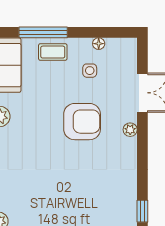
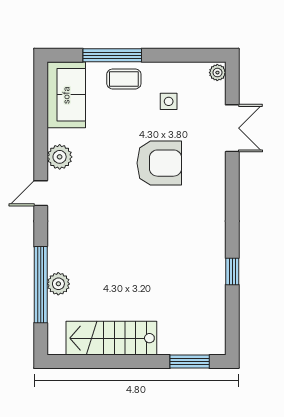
floor lamp: (99, 44) -> (179, 69), removed
plant: (130, 130) -> (217, 73), moved

